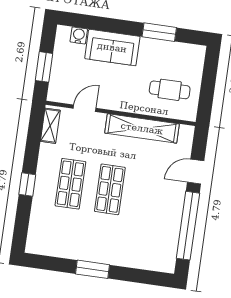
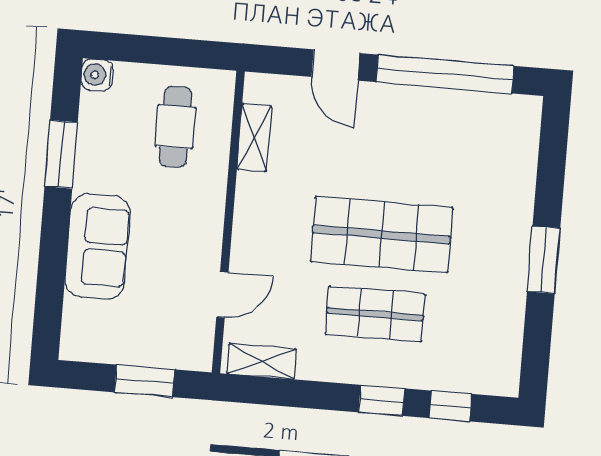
water cooler: (79, 35) -> (97, 75), moved
door: (85, 108) -> (222, 295), swing flipped
shelving: (142, 128) -> (254, 138), width x0.45, depth x0.75
shop shelf: (110, 189) -> (382, 235), width x1.43, depth x1.36
window: (22, 219) -> (450, 406), added

